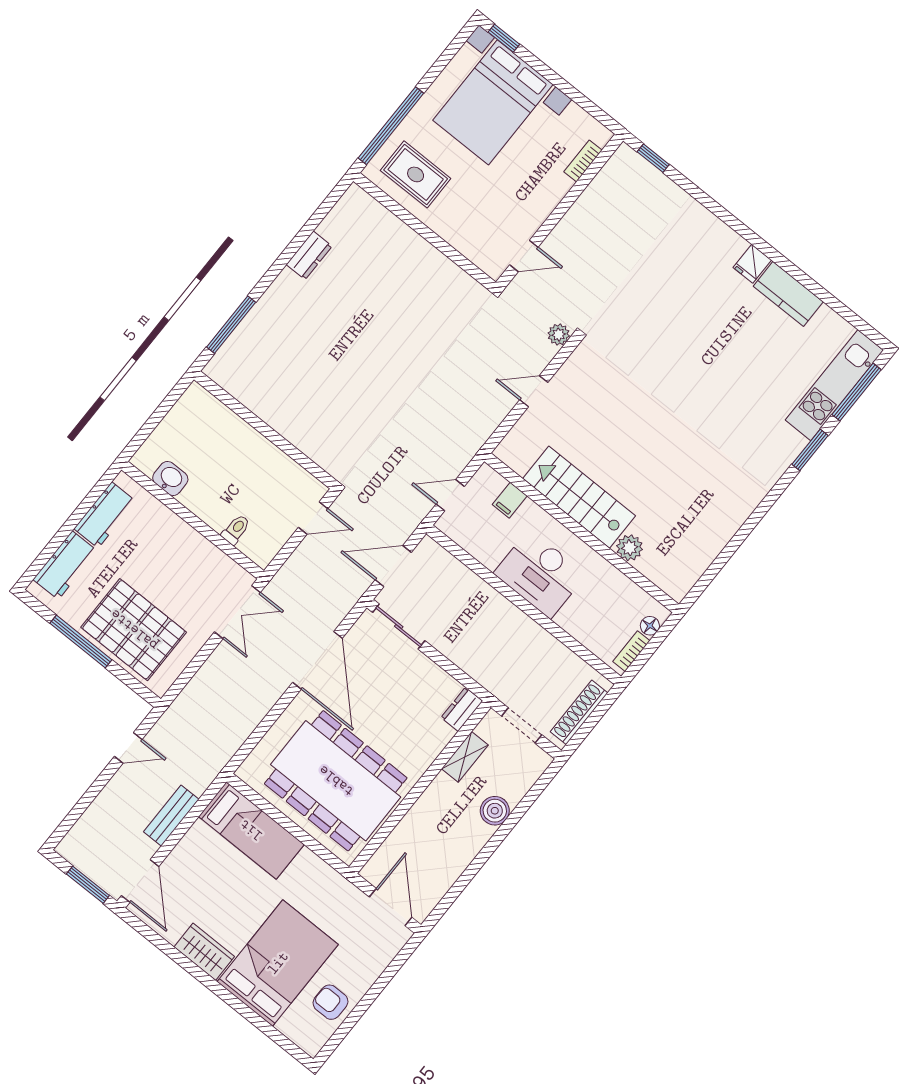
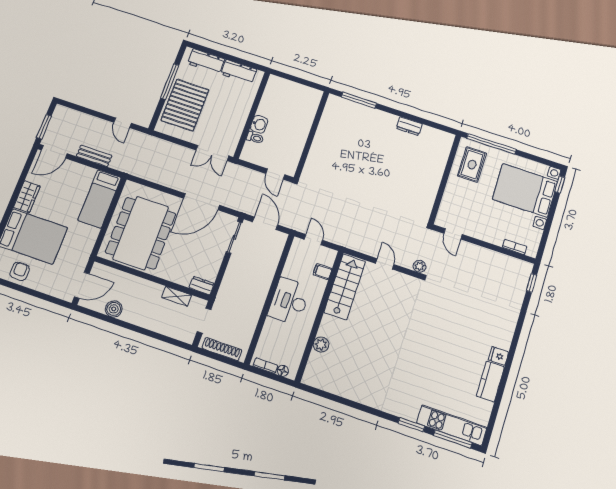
washbasin: (170, 478) -> (259, 124), moved
stairs: (579, 497) -> (345, 287), moved
boiler: (495, 811) -> (114, 309), moved

